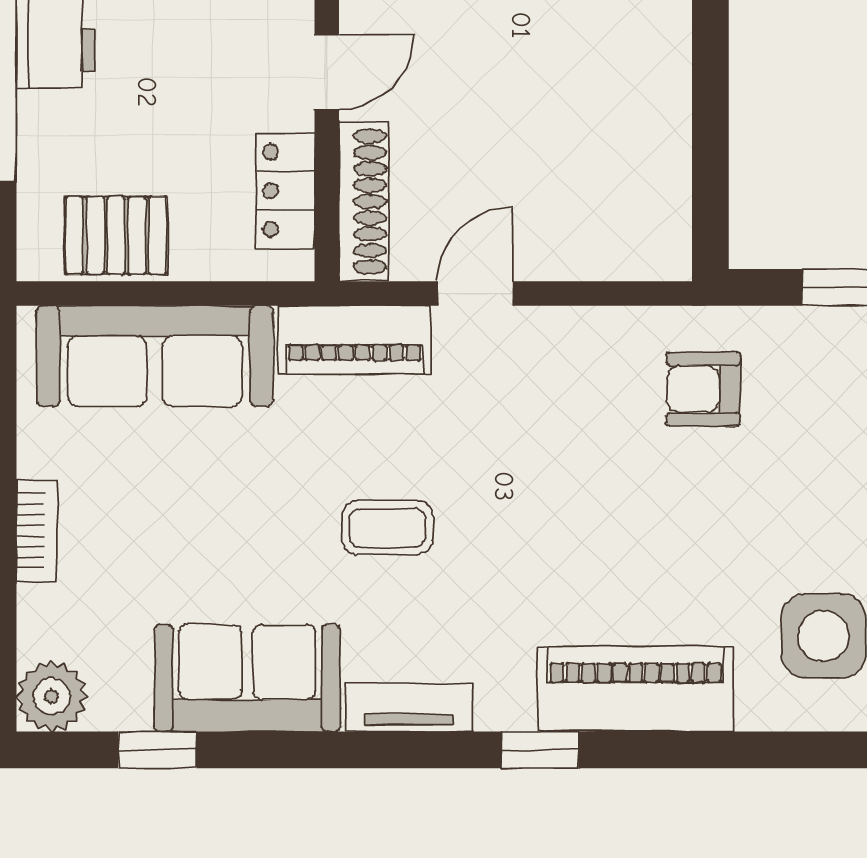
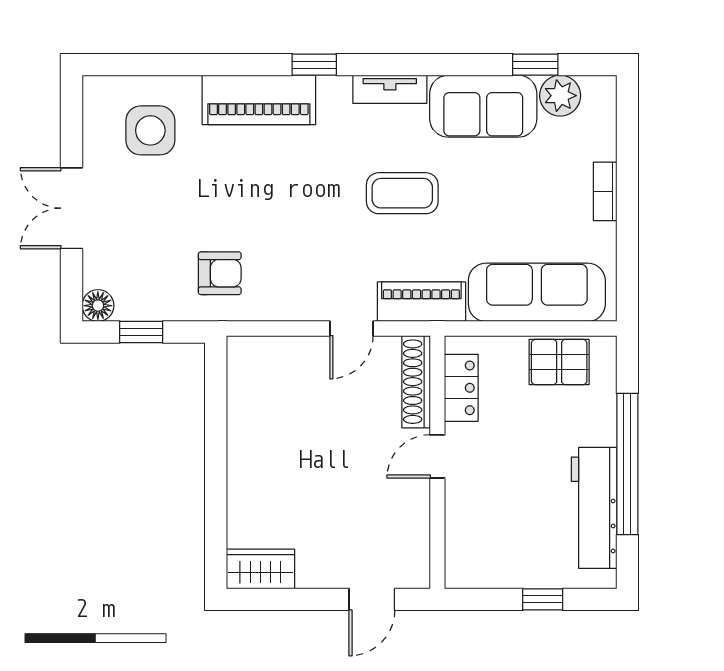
coffee table: (388, 528) -> (402, 193), width x1.36, depth x1.30
plant: (52, 696) -> (560, 96), moved

